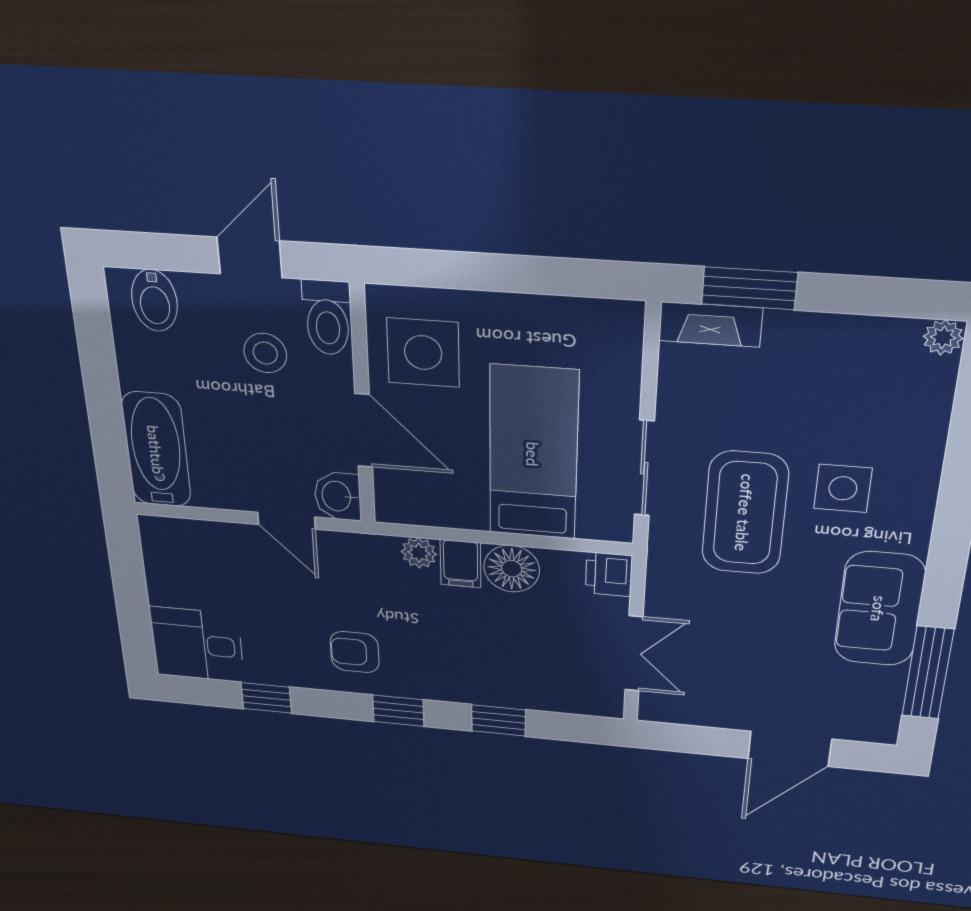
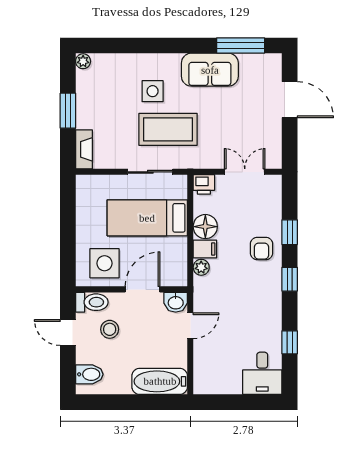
window: (749, 288) -> (68, 111), moved
armchair: (355, 652) -> (262, 248), moved

